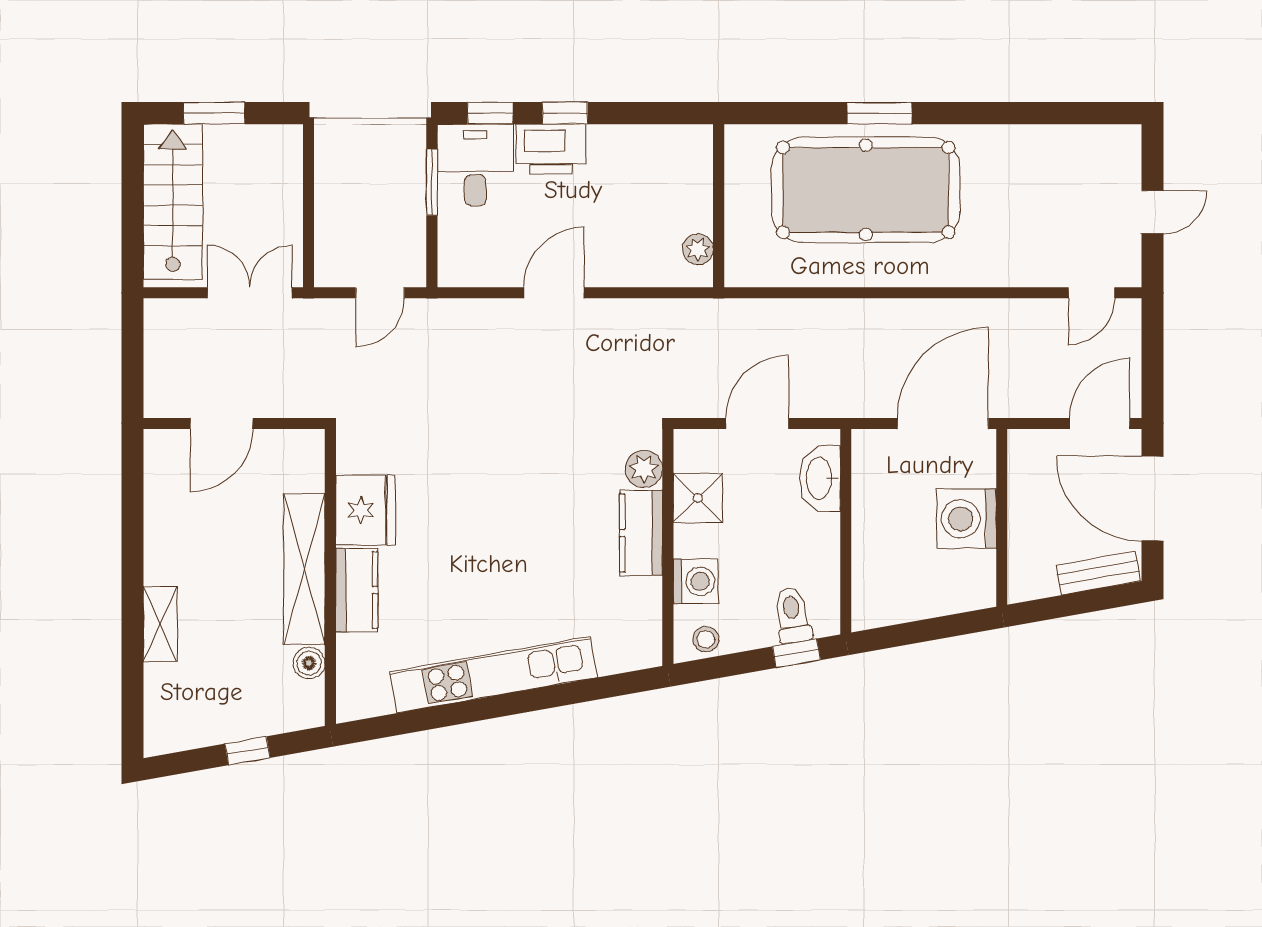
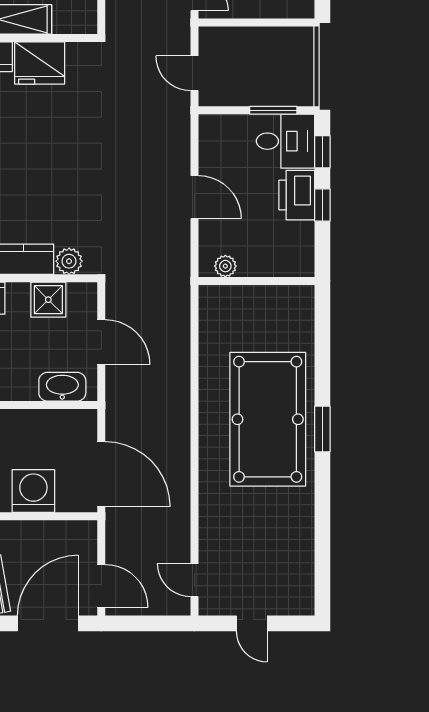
wall: (719, 206) -> (256, 281), moved
plant: (698, 249) -> (225, 266), moved

